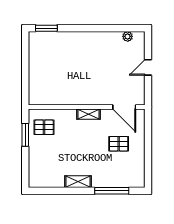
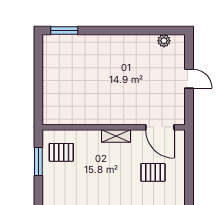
door: (148, 67) -> (189, 79), swing flipped

